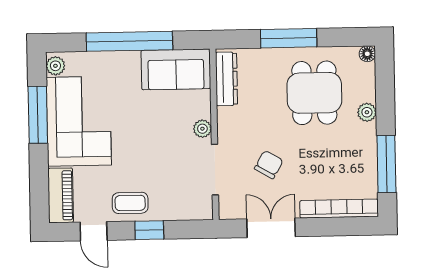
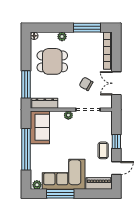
window: (289, 38) -> (26, 84), moved

